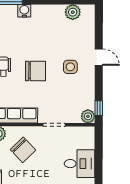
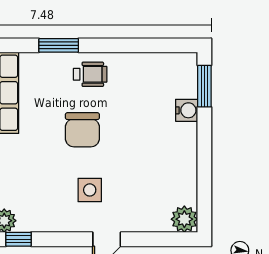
plant: (73, 12) -> (184, 219), moved

